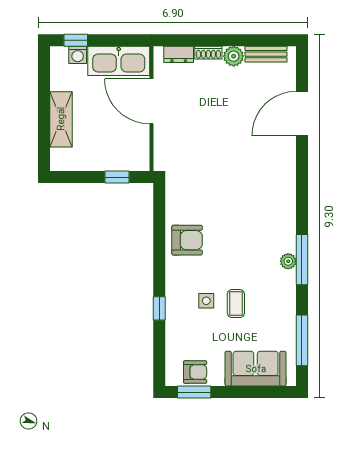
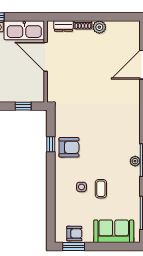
bench: (266, 54) -> (121, 26), removed
window: (159, 308) -> (51, 144), moved

